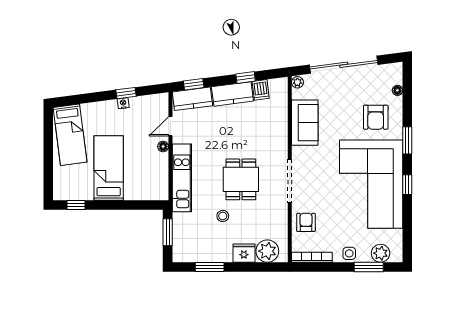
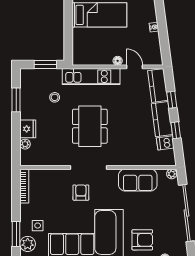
window: (194, 84) -> (172, 100), moved
window: (126, 93) -> (163, 30), removed
armchair: (376, 117) -> (142, 240), turned 180
dining table: (241, 179) -> (90, 126), width x1.38
stool: (223, 216) -> (55, 97), moved
armchair: (306, 222) -> (81, 193), moved, turned -90
plant: (267, 251) -> (25, 144), width x0.53, depth x0.53
side table: (349, 253) -> (38, 226), moved

